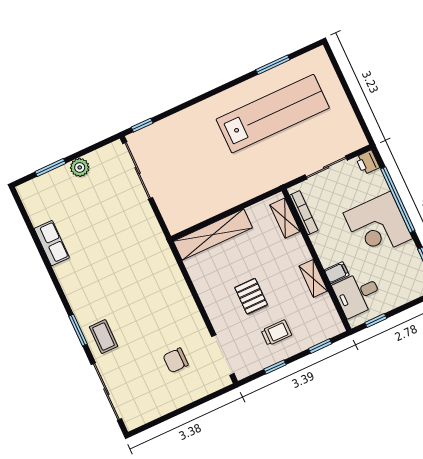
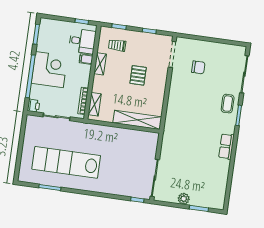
row of seats: (52, 243) -> (226, 146), moved
trolley: (276, 333) -> (117, 45), moved

